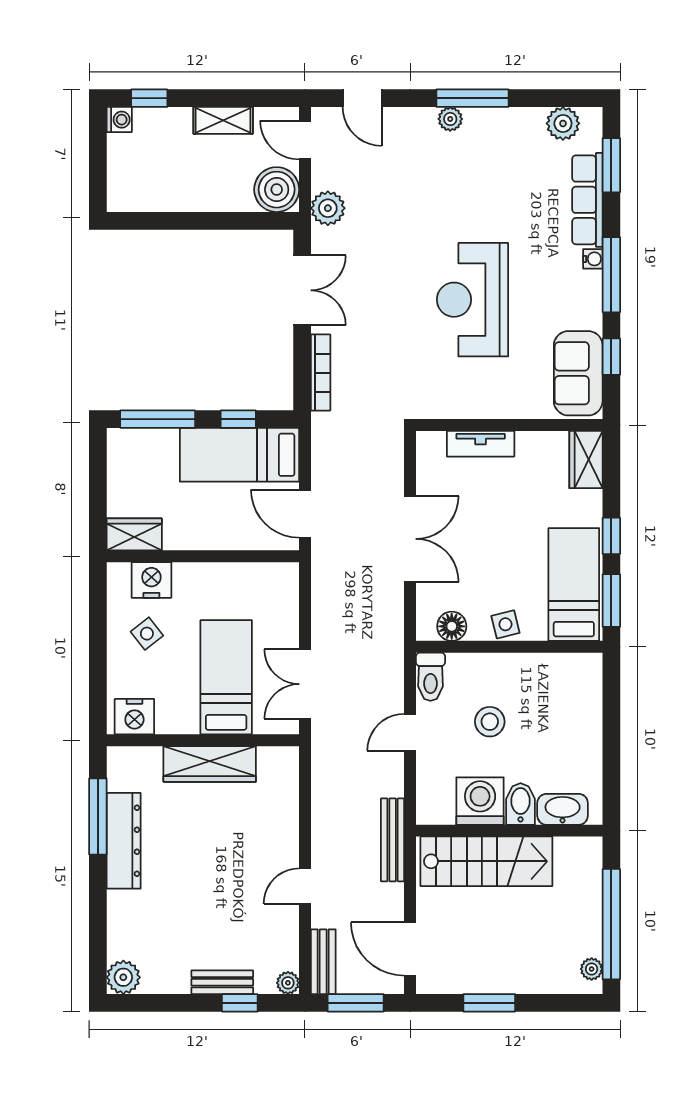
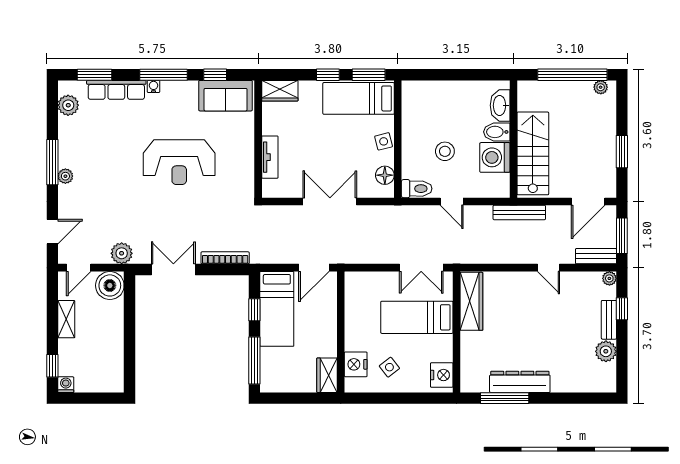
wardrobe: (210, 764) -> (471, 301), moved
plant: (123, 977) -> (606, 351), moved

